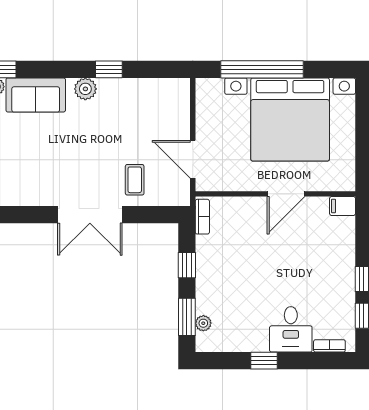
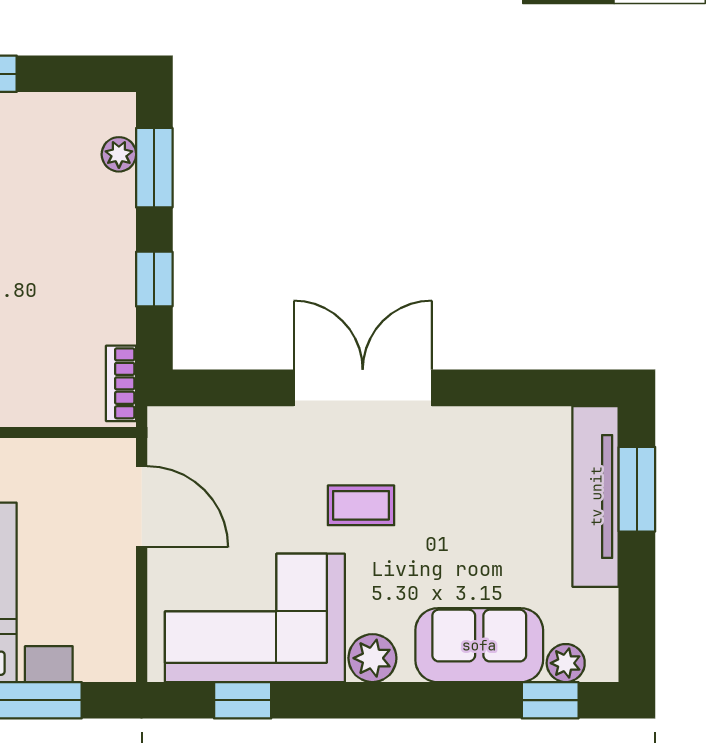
window: (109, 69) -> (243, 700), moved
corner sofa: (140, 108) -> (255, 618), added
coffee table: (135, 180) -> (361, 505), moved, turned 90

